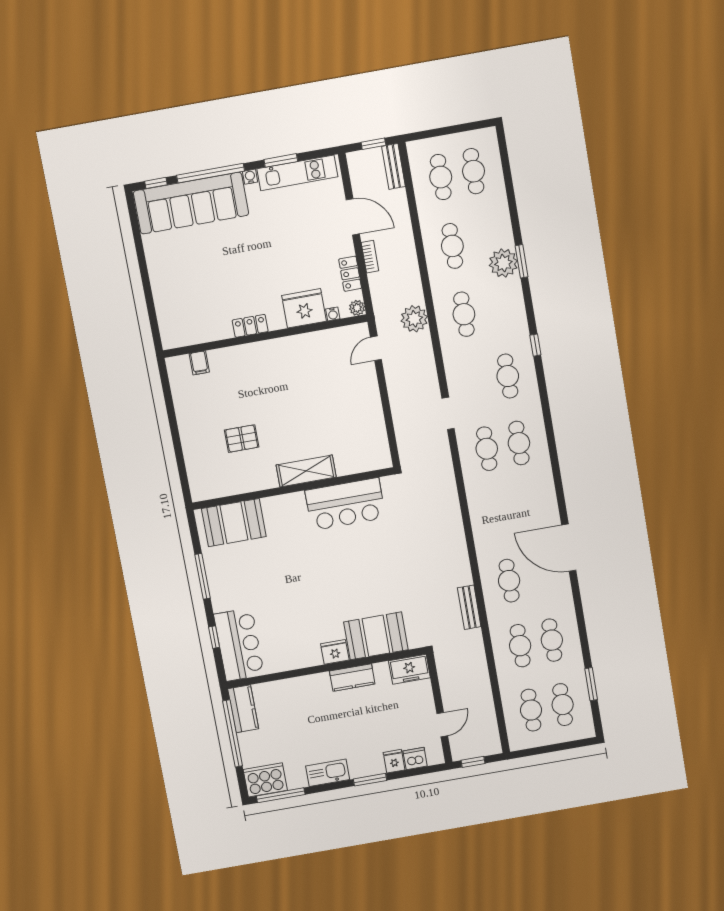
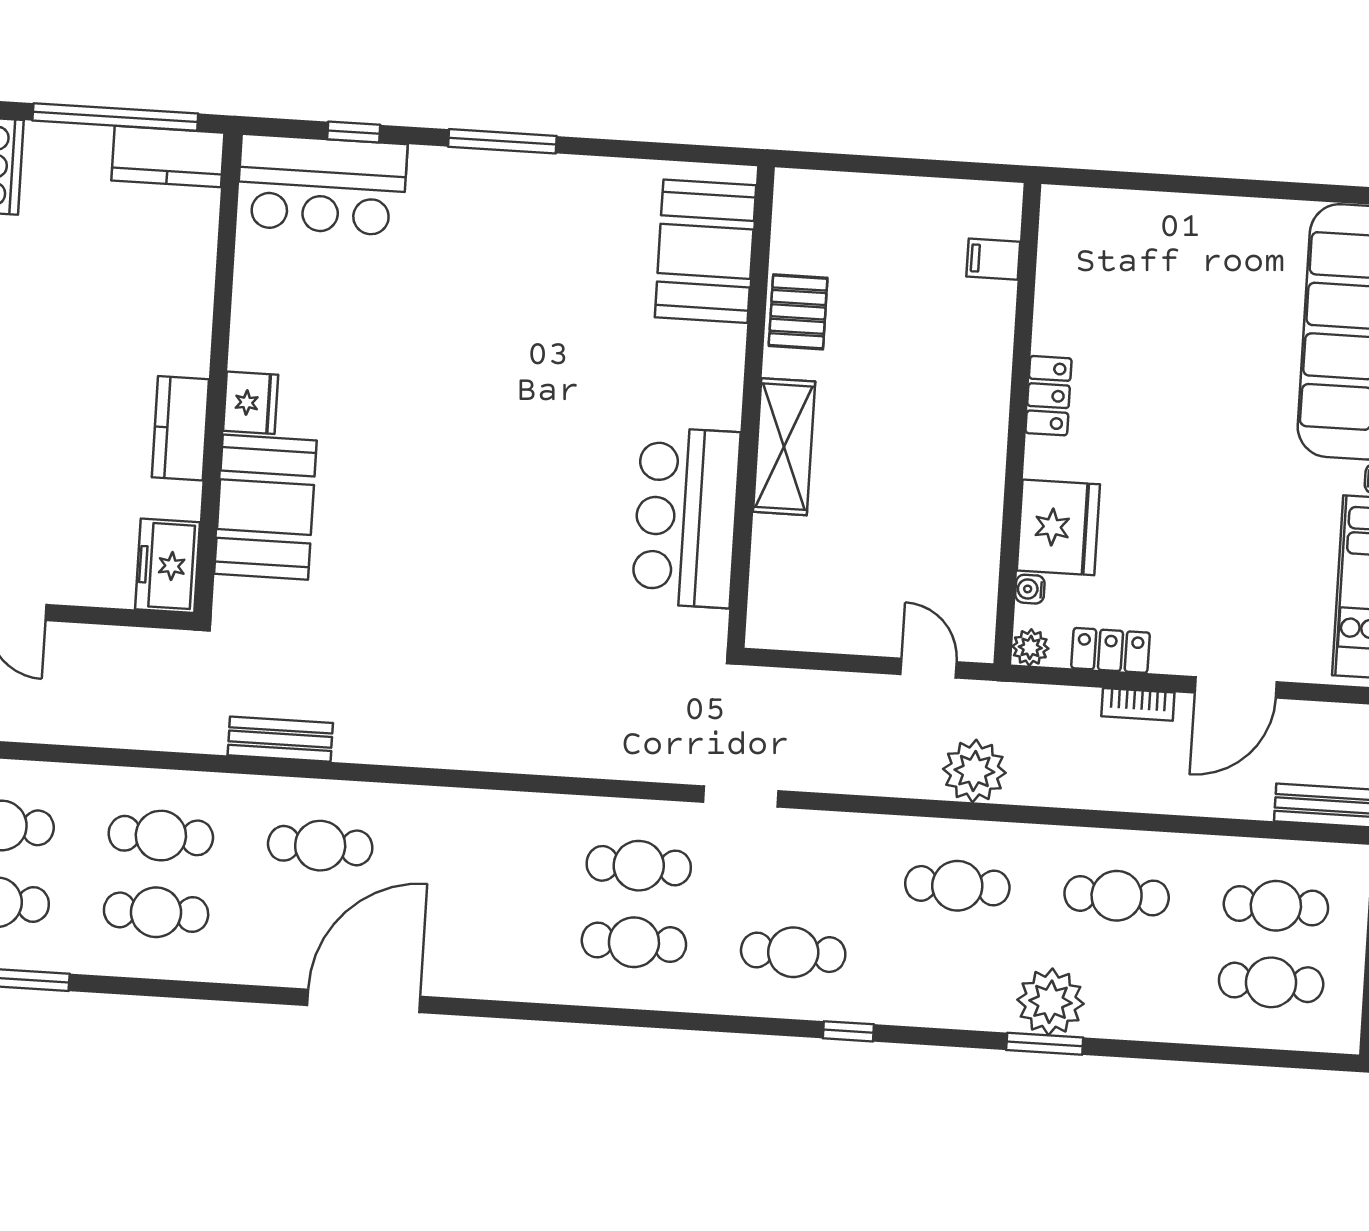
shelving: (306, 471) -> (784, 447), moved
wall: (293, 489) -> (751, 407), moved
bar counter: (345, 504) -> (686, 517), moved
booth: (234, 523) -> (705, 251), moved

